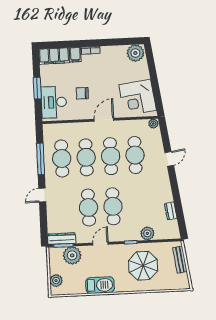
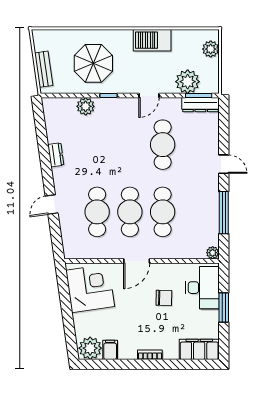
filing cabinet: (75, 55) -> (110, 350), moved
plant: (153, 124) -> (213, 253), moved
cafe table: (62, 158) -> (195, 212), removed
door: (42, 195) -> (224, 164), hinge flipped
cafe table: (113, 206) -> (130, 145), removed
dresser: (171, 211) -> (56, 155), moved

